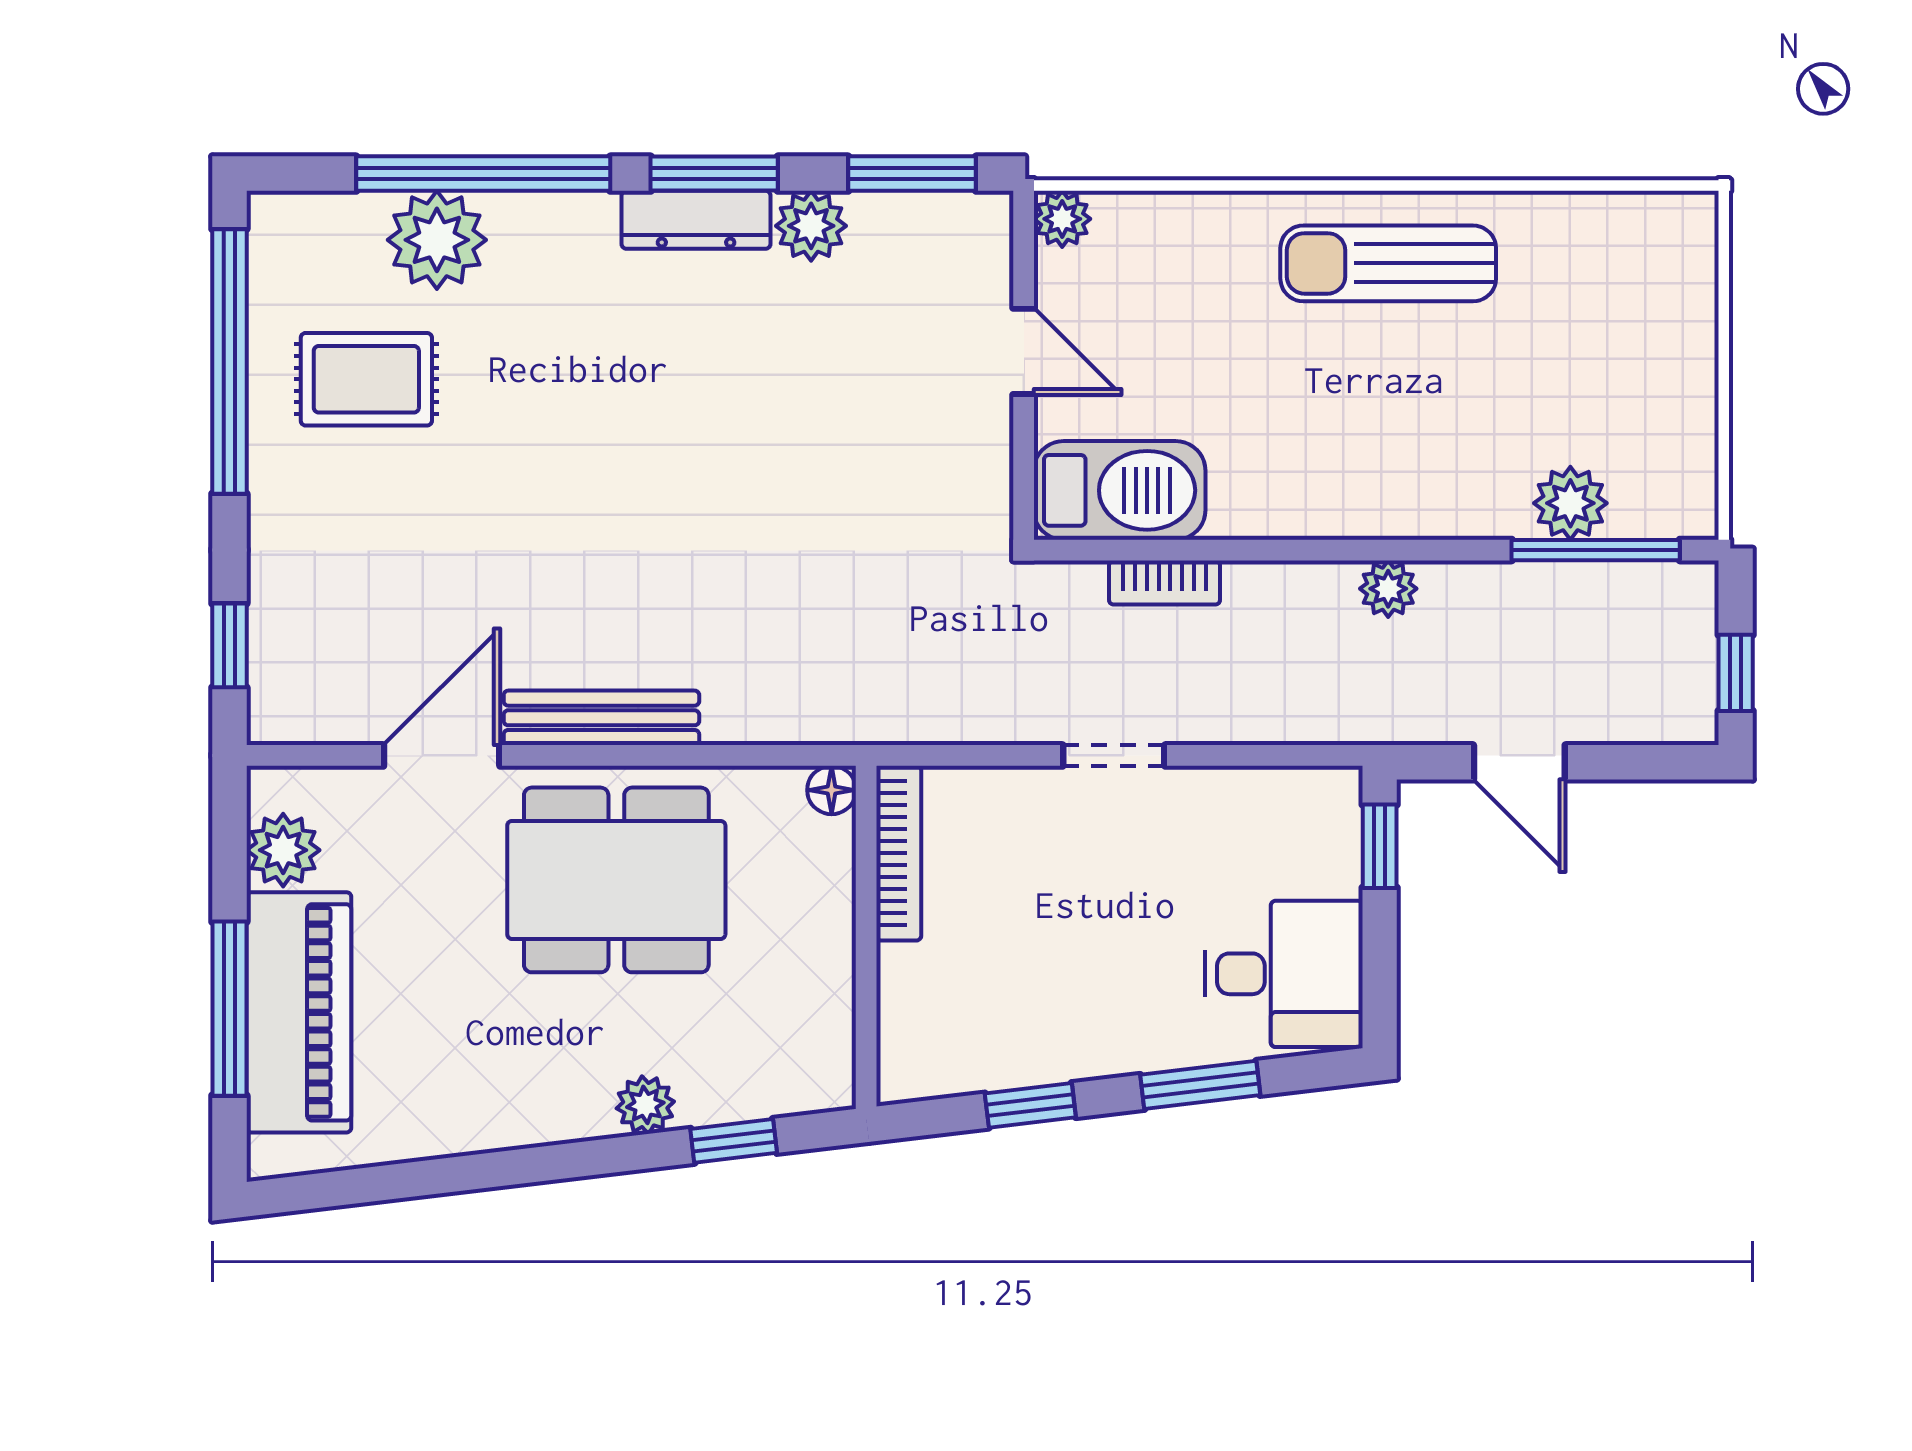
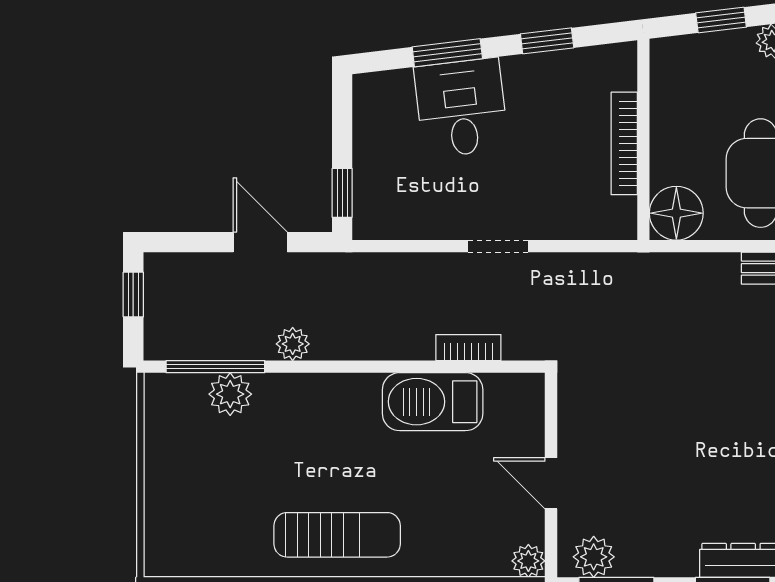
plant: (811, 226) -> (594, 557), moved
barbecue: (1120, 490) -> (433, 402), moved
plant: (1388, 589) -> (293, 344), moved
floor lamp: (832, 790) -> (676, 213), width x1.89, depth x1.89
bookcase: (899, 853) -> (624, 143), moved
desk: (1284, 974) -> (461, 108), moved, turned 83

